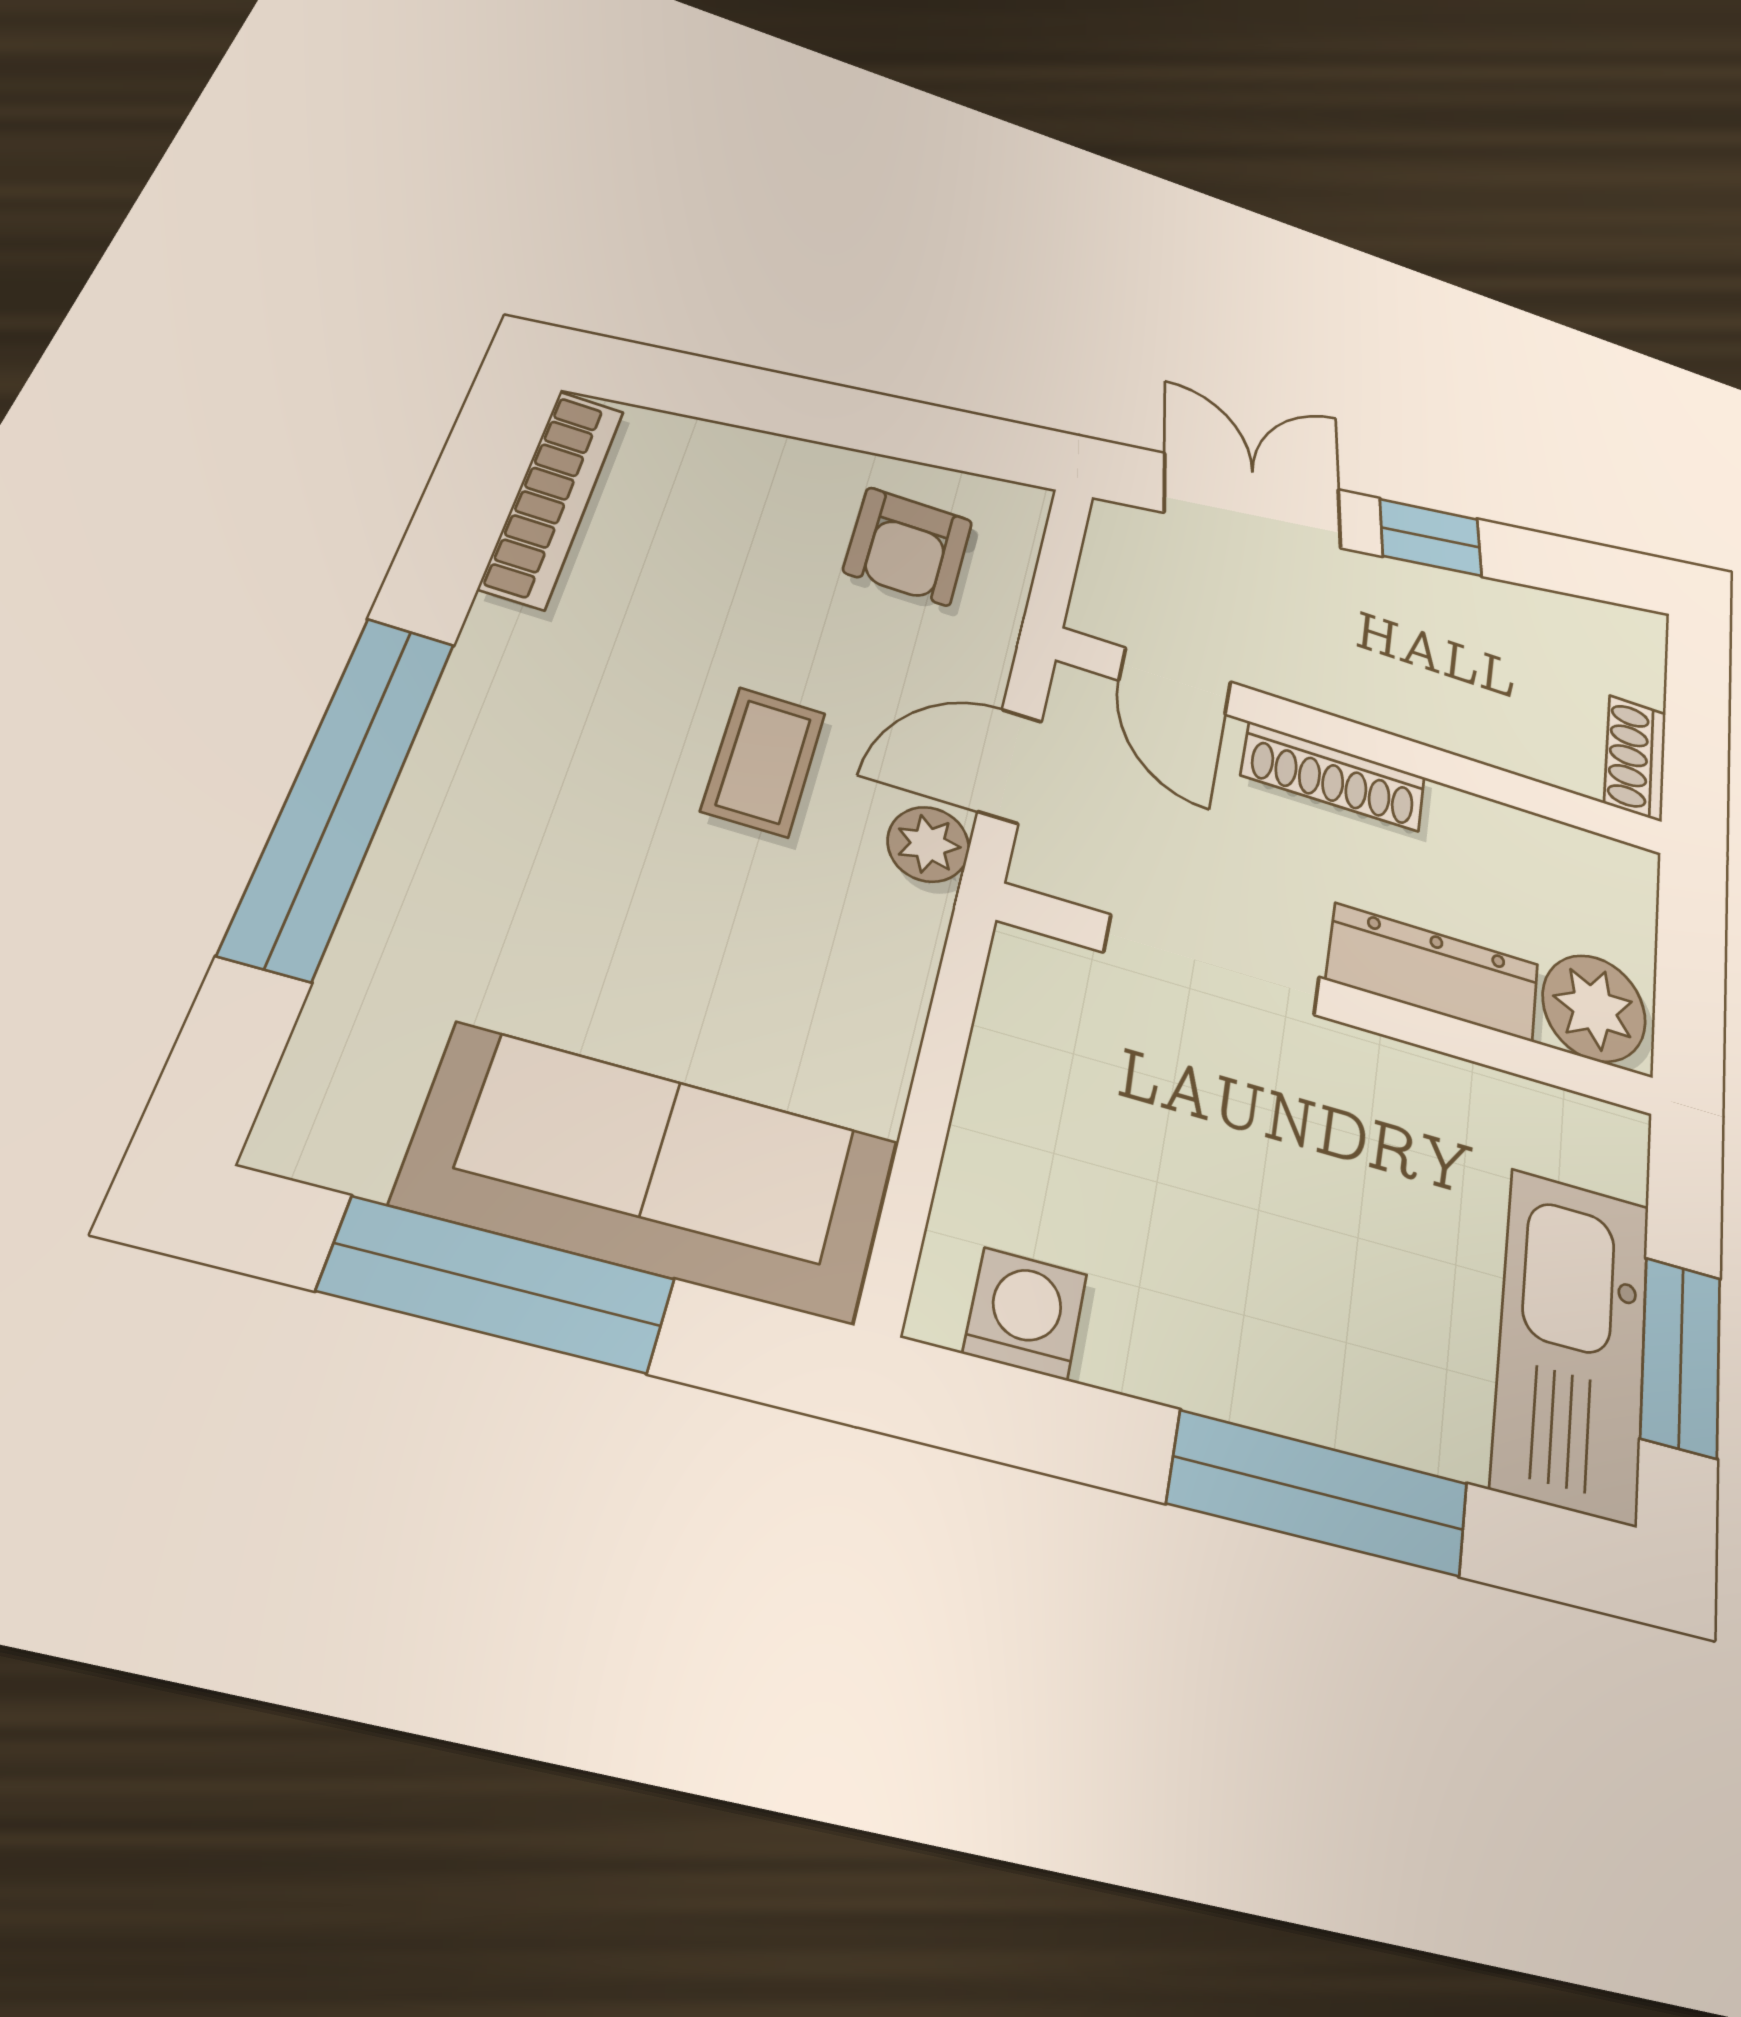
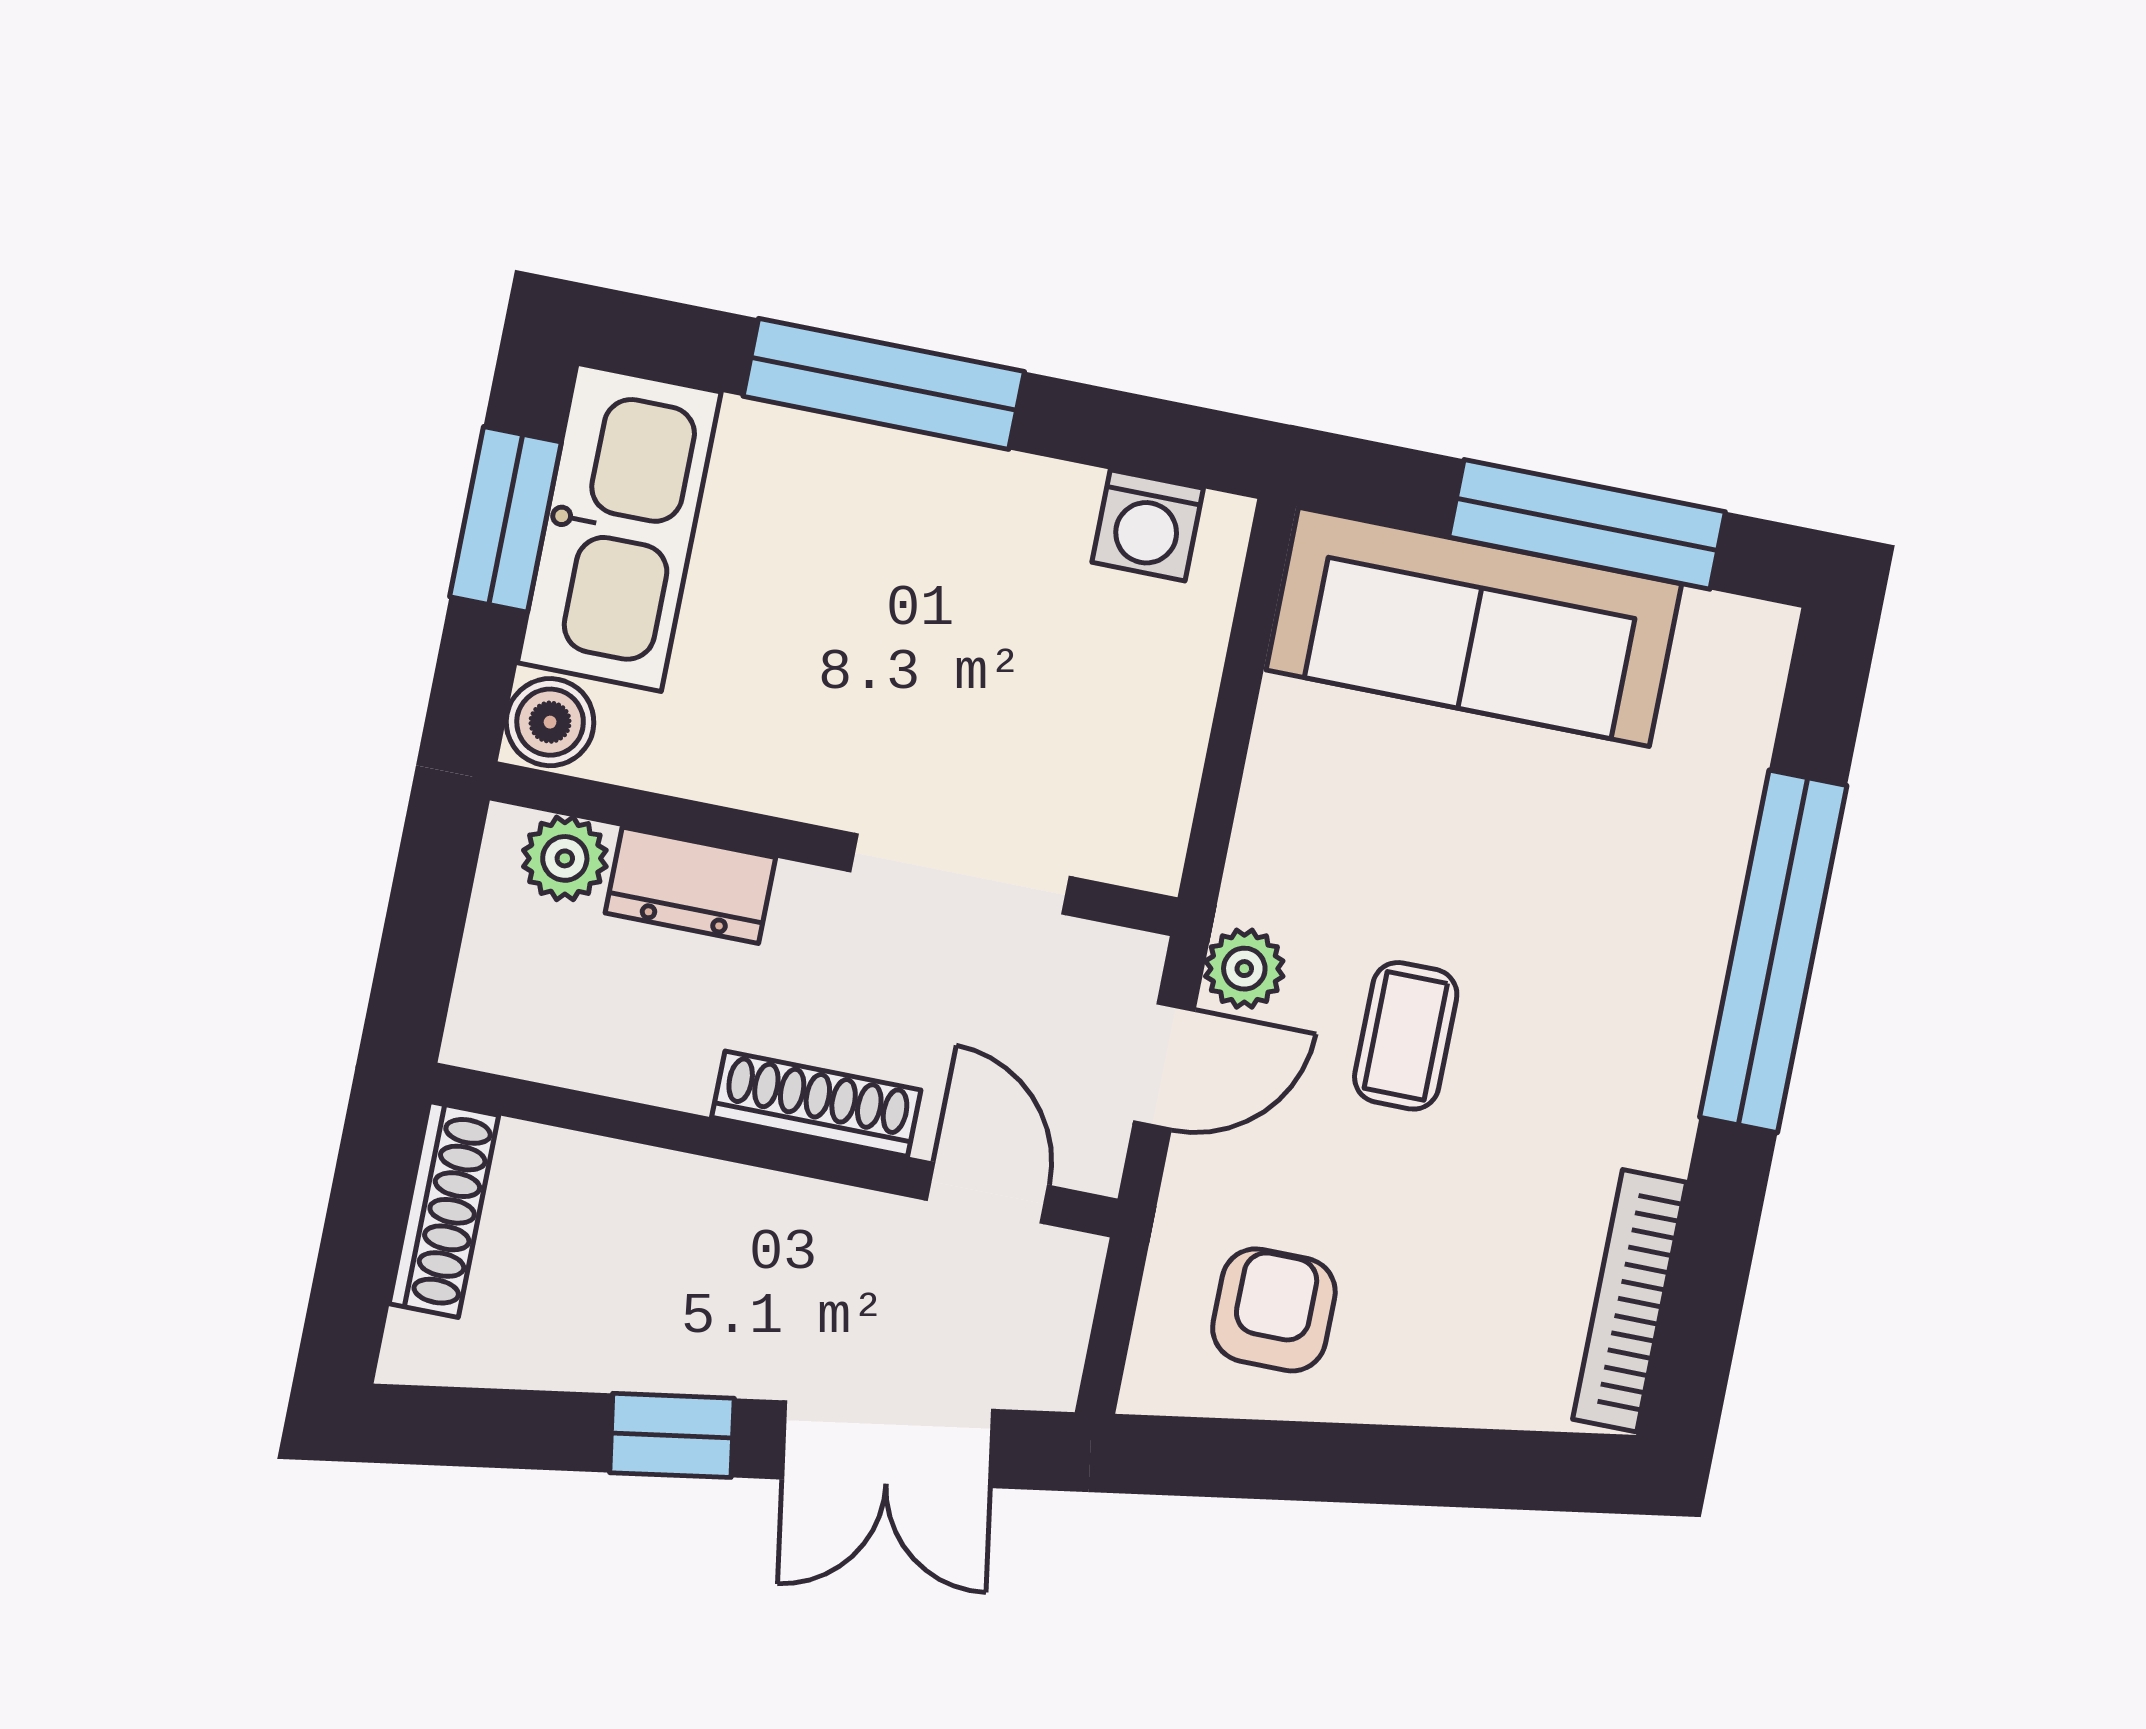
shoe rack: (1635, 758) -> (444, 1210), width x1.43
dresser: (1433, 972) -> (690, 885), width x0.70
plant: (1594, 1008) -> (565, 858), width x0.73, depth x0.73
boiler: (1610, 1148) -> (550, 722), added

